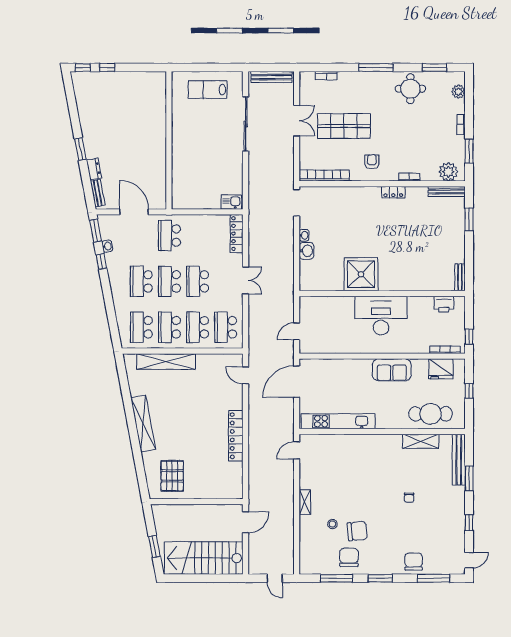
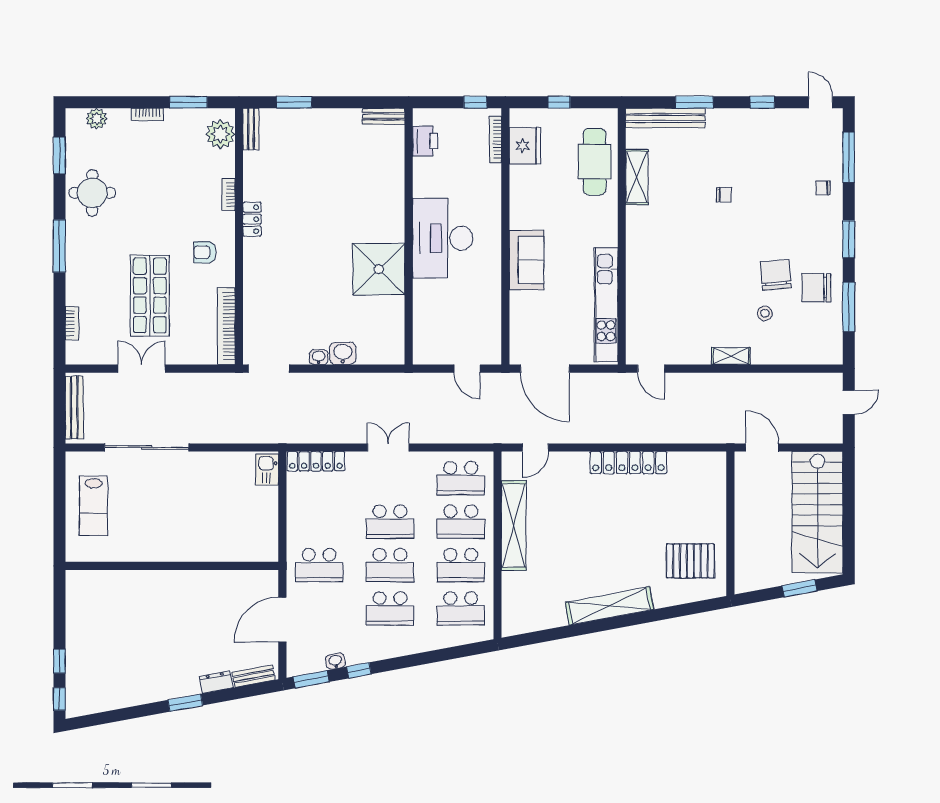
bench: (447, 191) -> (251, 129), width x0.73
shelving: (166, 362) -> (514, 526), moved
sofa: (392, 370) -> (527, 260), moved
chair: (414, 562) -> (823, 188), width x0.54, depth x0.54

